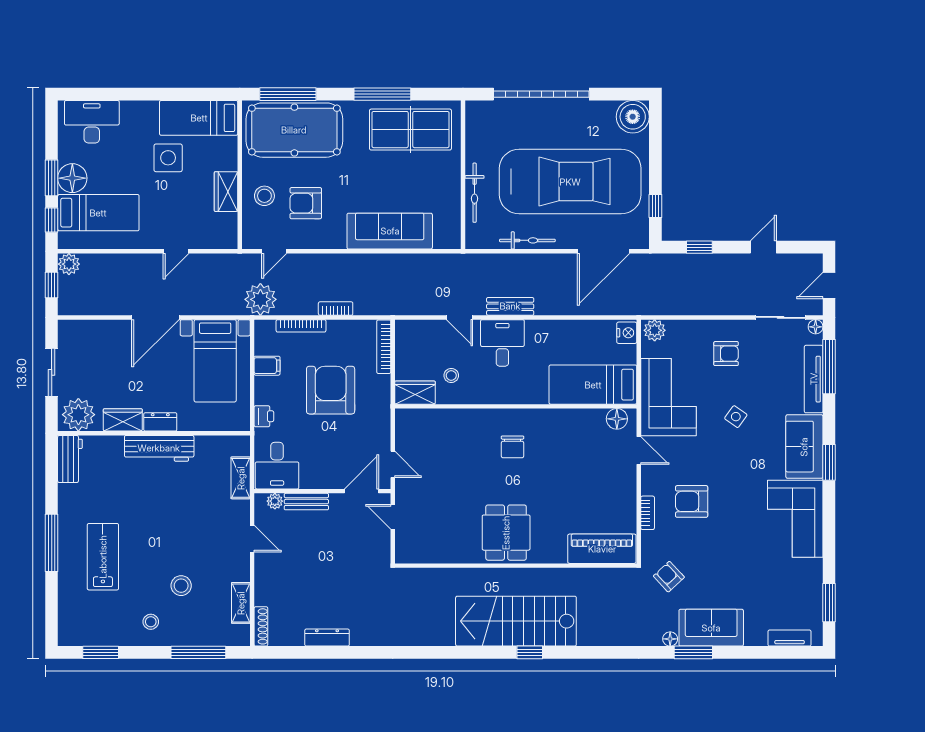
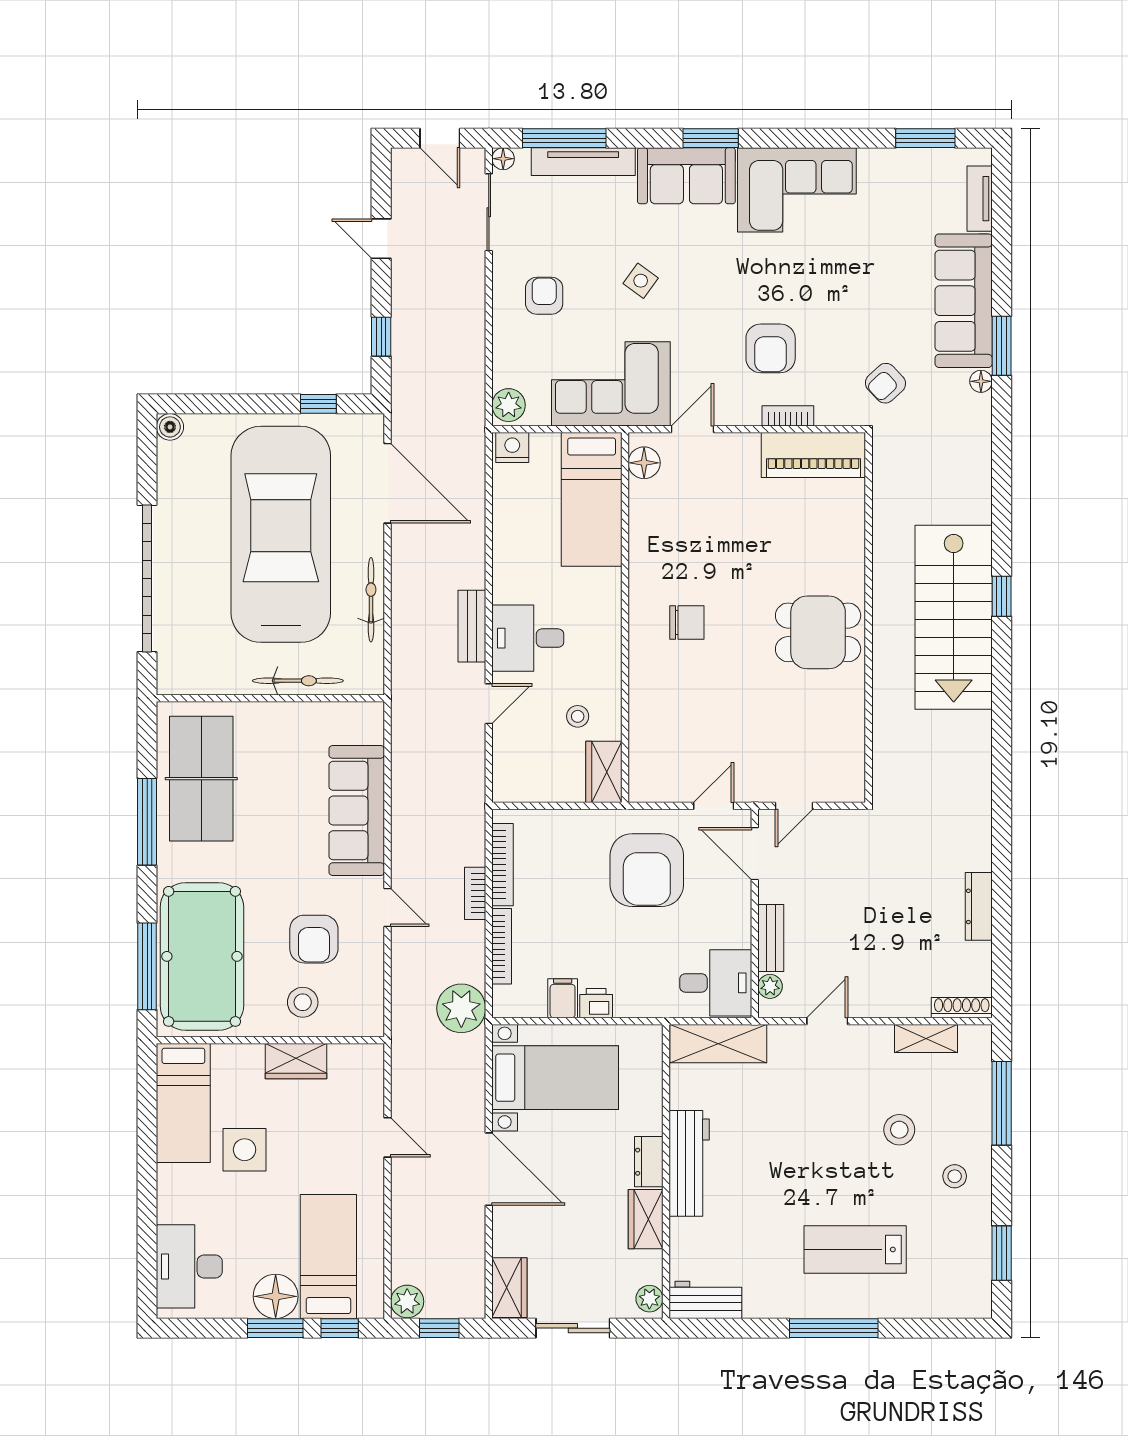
boiler: (633, 117) -> (170, 427), width x0.54, depth x0.54
door: (274, 251) -> (388, 908), moved
wardrobe: (78, 331) -> (509, 1288), added
bookcase: (384, 347) -> (503, 865), moved, turned -90
armchair: (331, 390) -> (647, 870), moved, turned -90
plant: (78, 415) -> (649, 1299), width x0.53, depth x0.53
printer: (264, 416) -> (596, 1003), moved
shelving: (241, 478) -> (718, 1044), width x1.50, depth x1.33
piano: (602, 549) -> (813, 455), moved, turned -90
sofa: (711, 628) -> (964, 301), width x1.36

